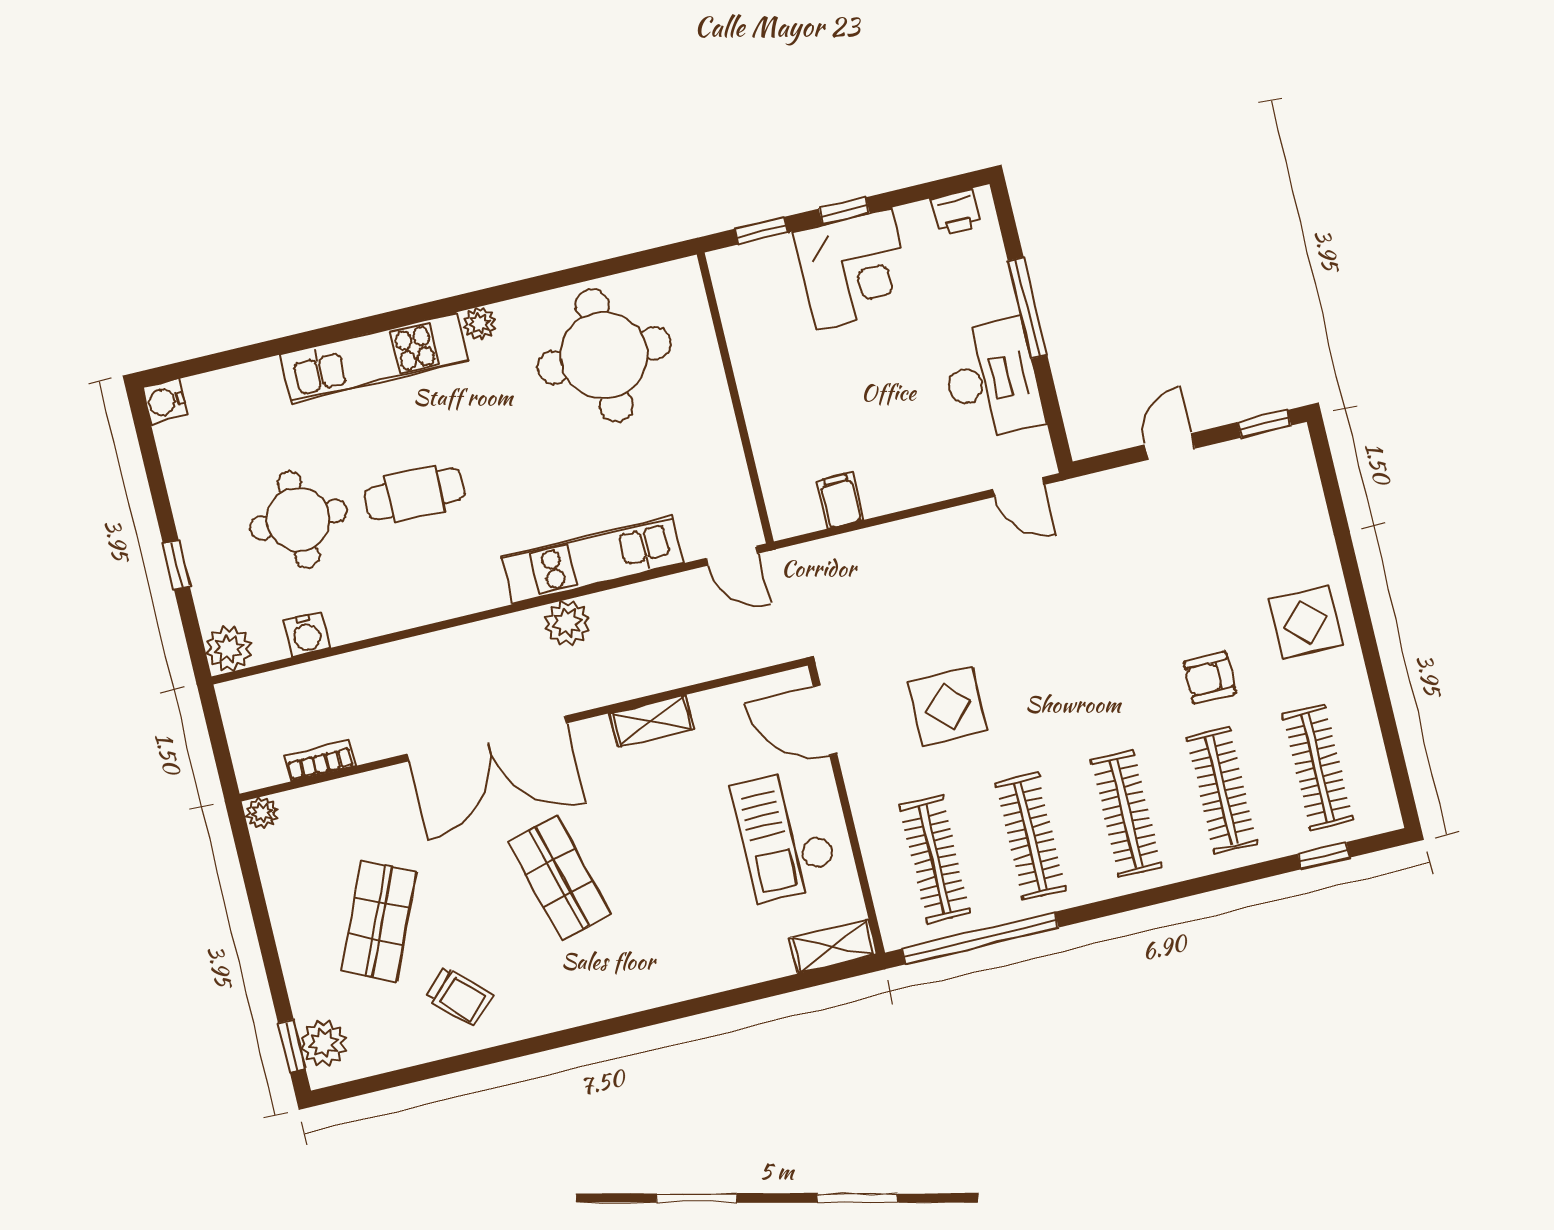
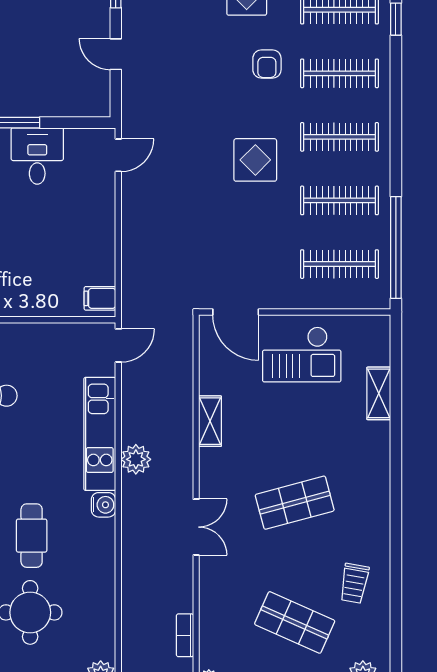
desk: (992, 380) -> (37, 156), width x0.73
filing cabinet: (840, 500) -> (100, 298), moved
water cooler: (306, 634) -> (103, 505), moved
display table: (948, 706) -> (255, 160), moved
door: (825, 720) -> (236, 312), hinge flipped
double door: (487, 738) -> (196, 527), width x0.54
shelving: (833, 946) -> (379, 393), moved
trolley: (459, 997) -> (354, 583), turned 145

